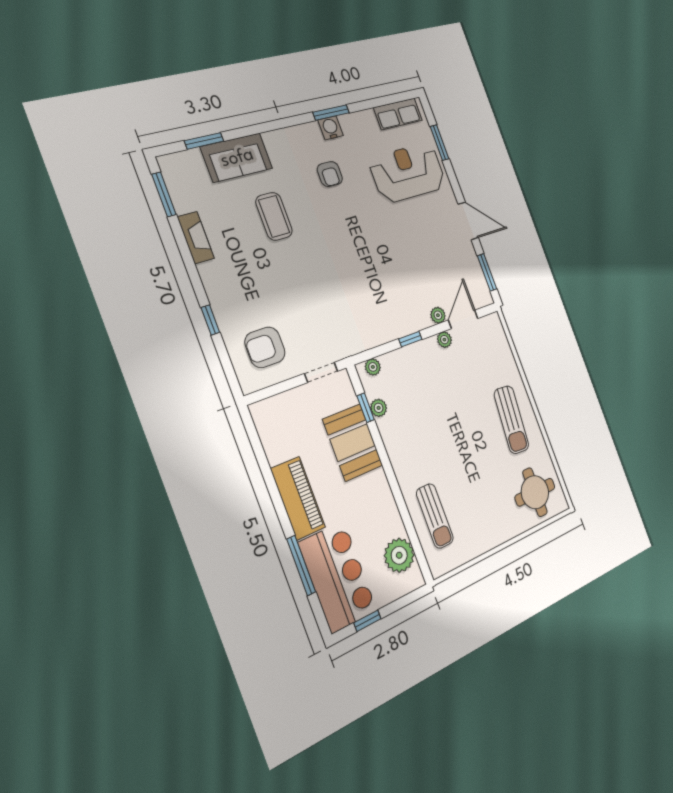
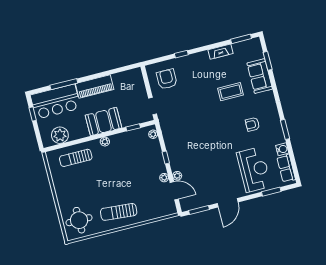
water cooler: (331, 128) -> (282, 149), moved
plant: (379, 408) -> (105, 142), moved
booth: (353, 443) -> (103, 122), moved

